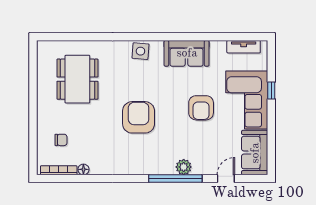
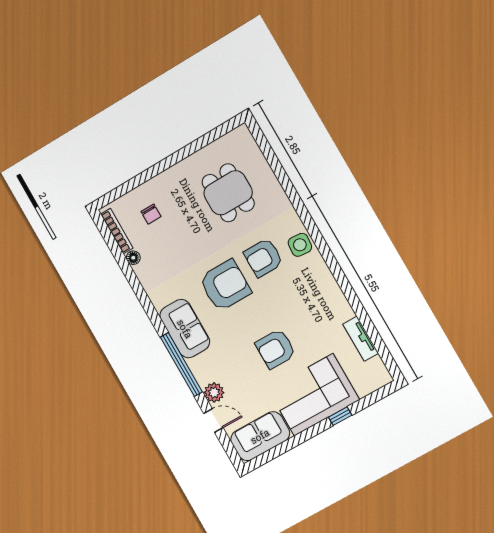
tv unit: (244, 47) -> (361, 339), moved
sofa: (187, 53) -> (185, 329), moved, turned 180
dining table: (77, 79) -> (228, 193), width x0.73
armchair: (135, 81) -> (263, 258), added
plant: (184, 167) -> (214, 392), moved

